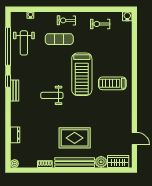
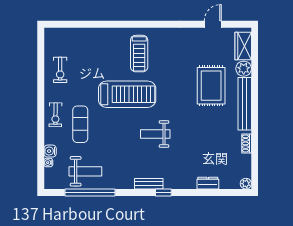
water cooler: (127, 16) -> (50, 151), moved
window: (8, 81) -> (163, 192), moved
weight bench: (52, 95) -> (155, 134), turned 90
rug: (75, 138) -> (211, 86), moved

